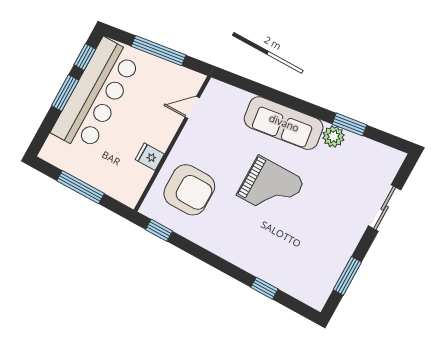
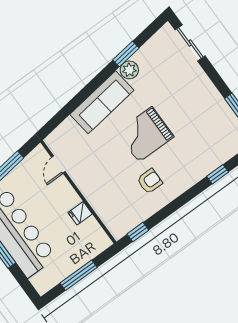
grand piano: (271, 188) -> (145, 134), turned 180
armchair: (189, 190) -> (150, 181), moved, width x0.53, depth x0.53
sliding door: (385, 208) -> (190, 43), moved

